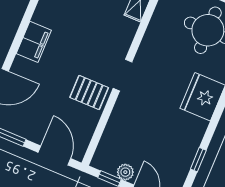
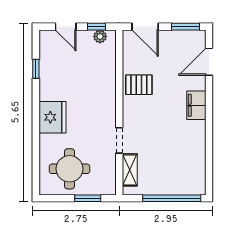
doorway: (123, 75) -> (119, 140), moved
plant: (125, 172) -> (100, 36), moved

